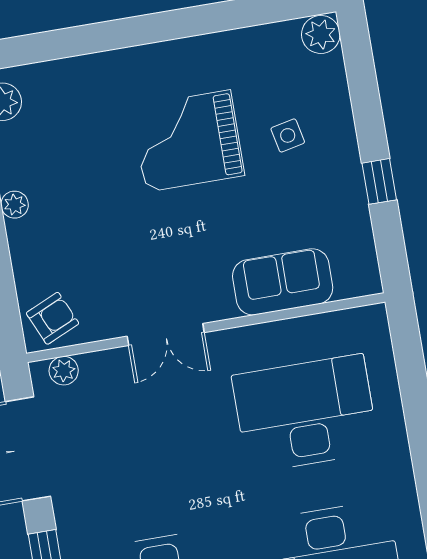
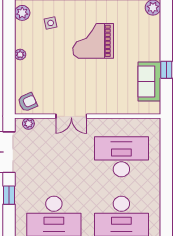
side table: (288, 135) -> (51, 23), moved
sofa: (283, 282) -> (149, 81), moved, turned -90

